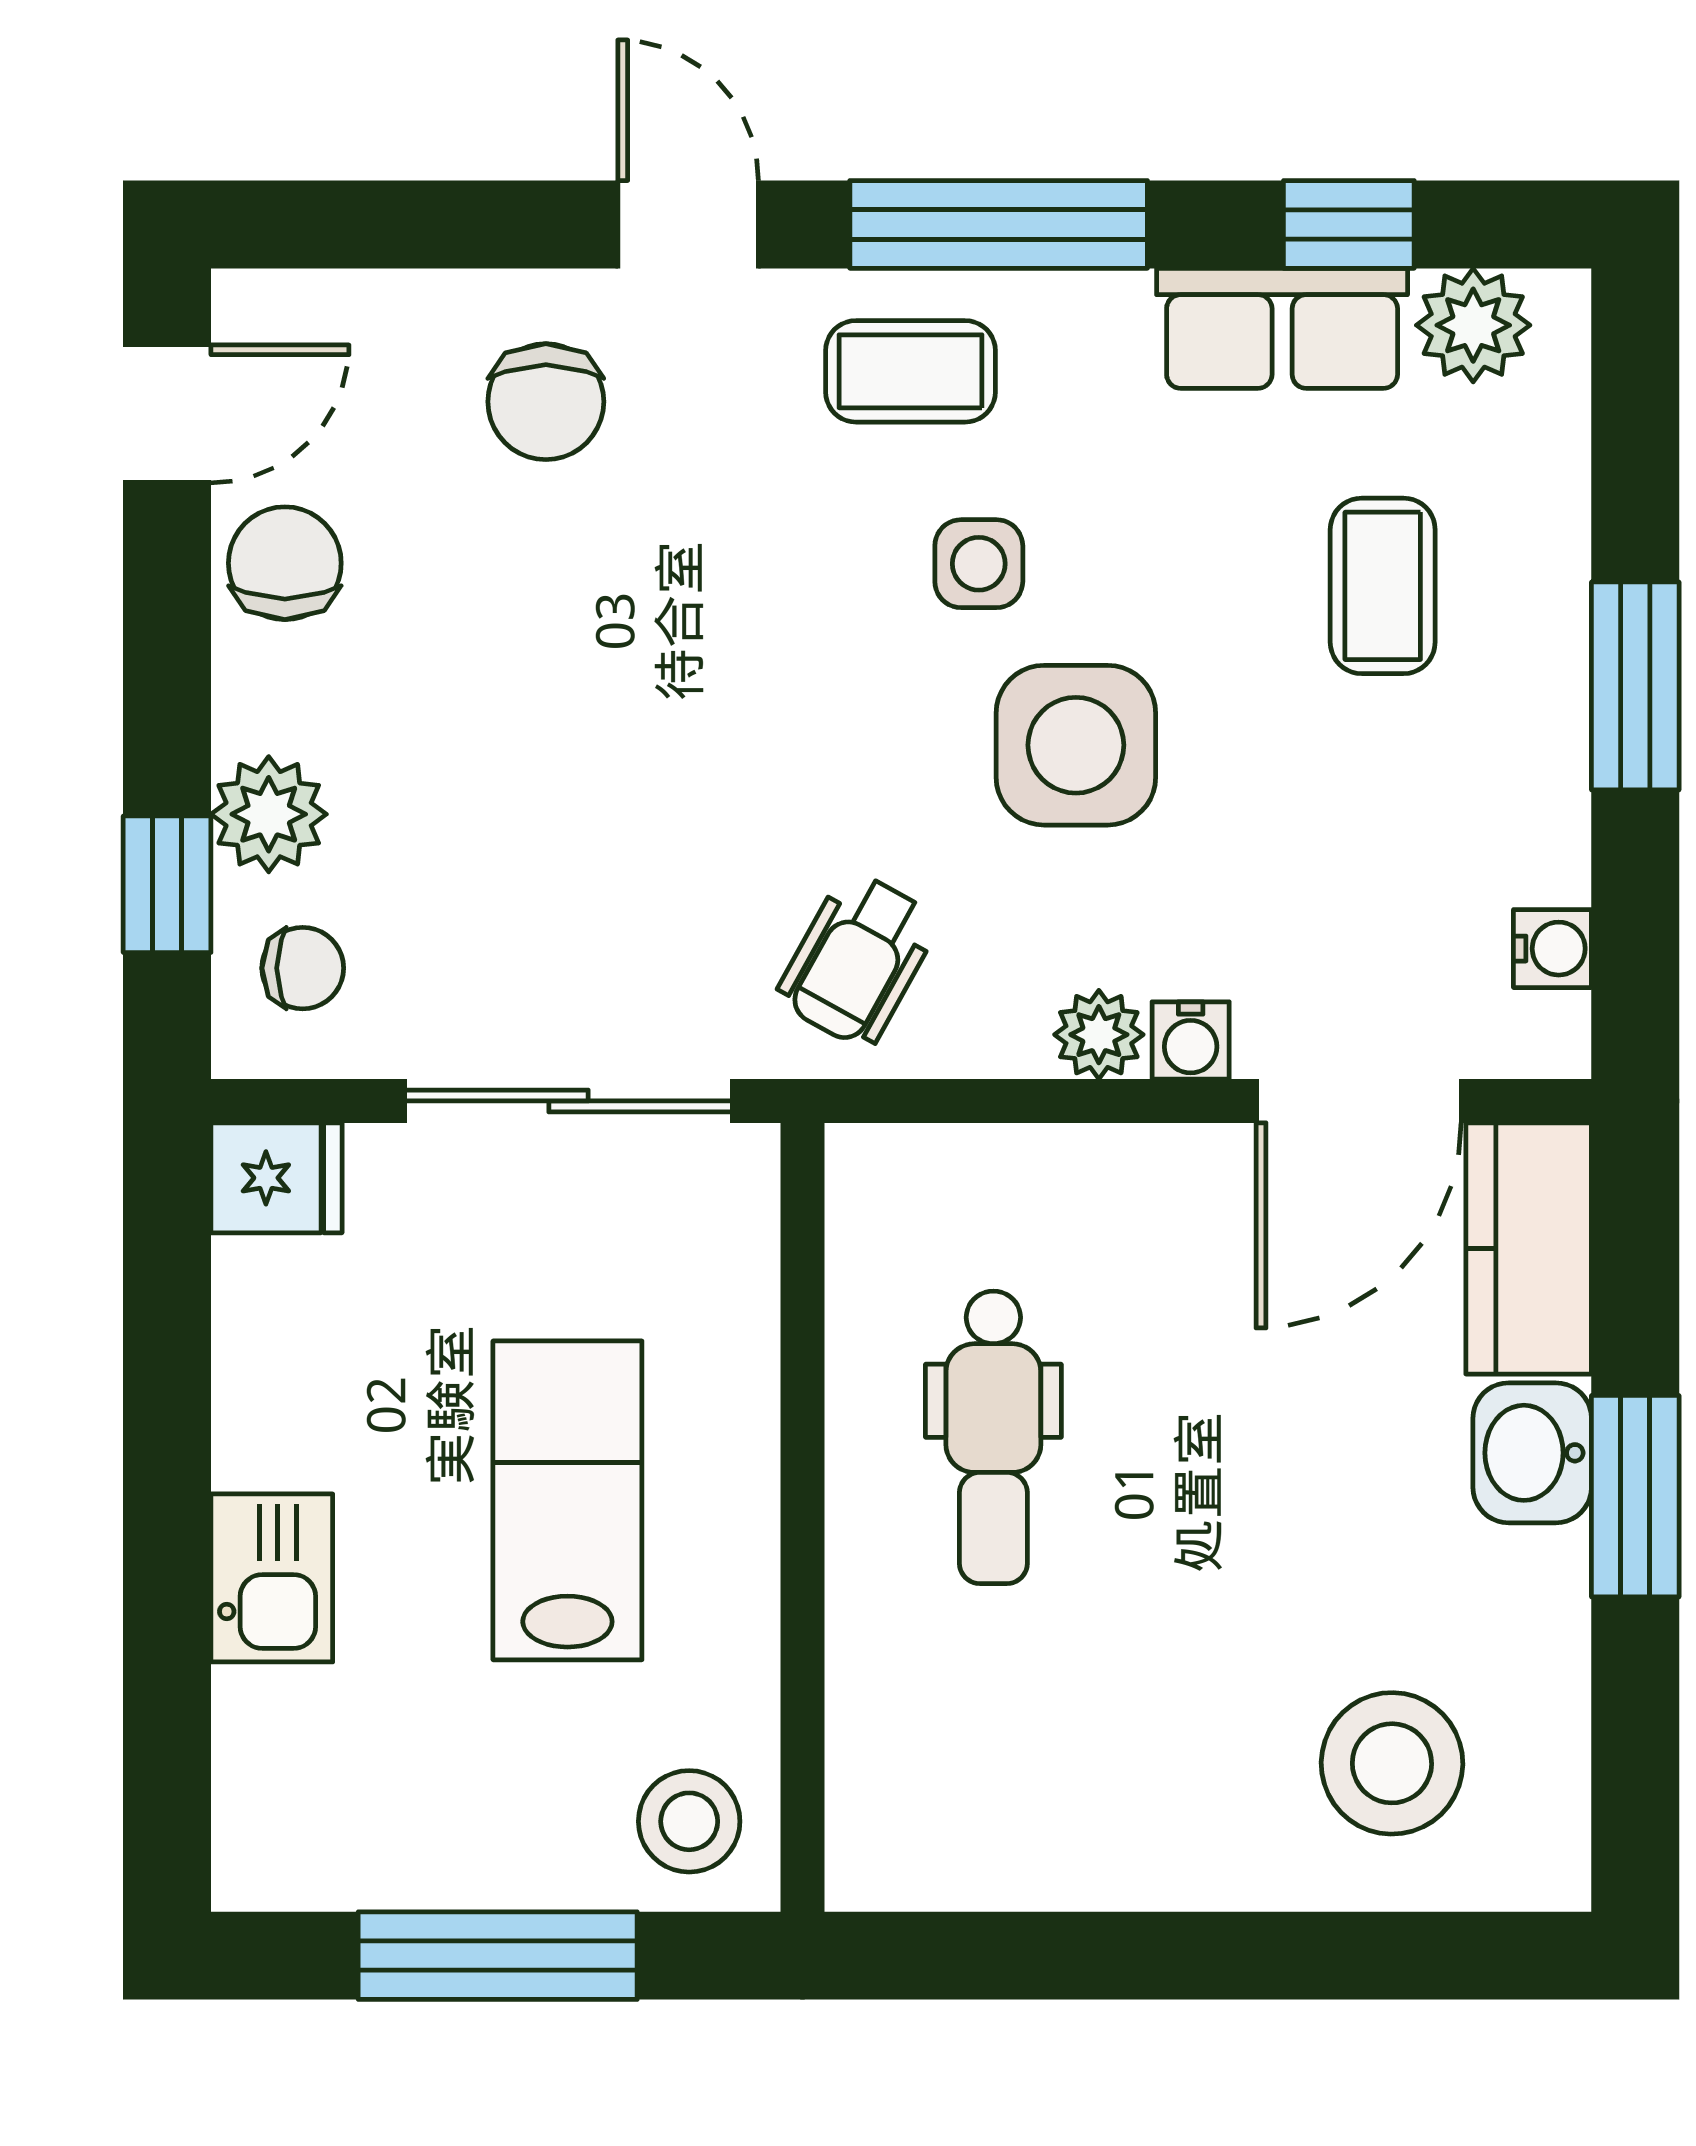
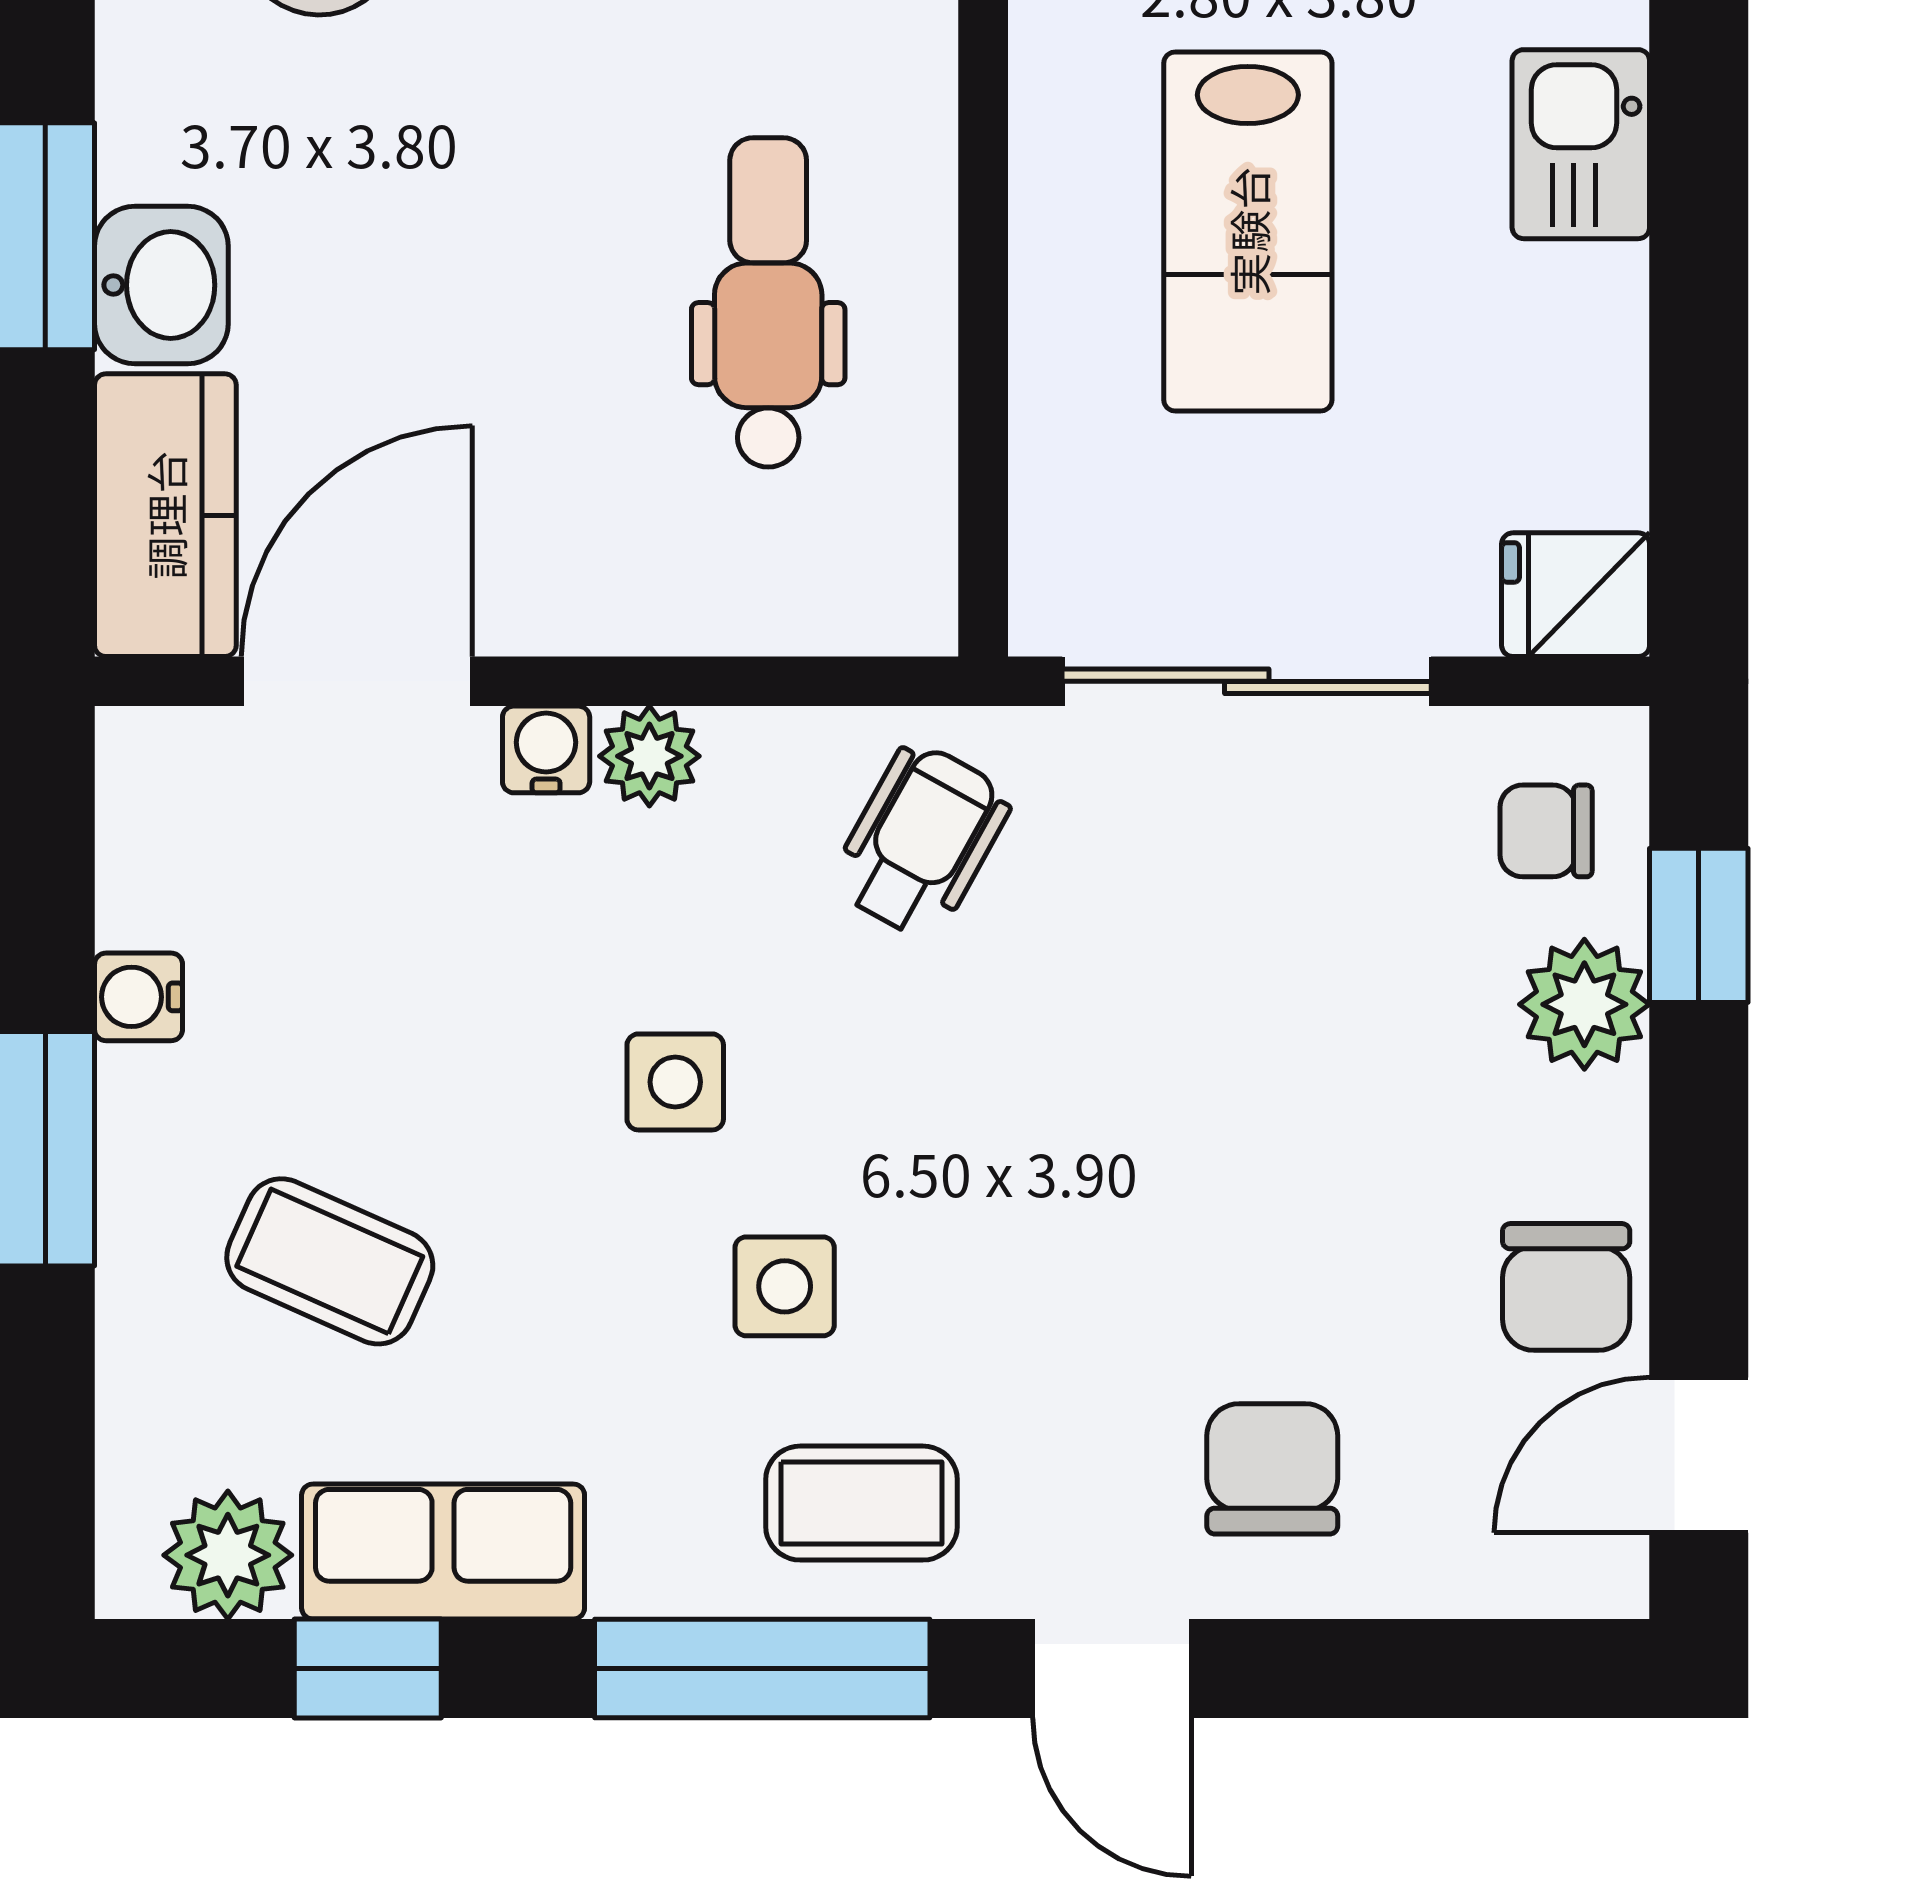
coffee table: (1383, 586) -> (330, 1261), turned -66
side table: (1076, 745) -> (675, 1082), width x0.54, depth x0.54
water cooler: (1552, 949) -> (139, 997), moved

